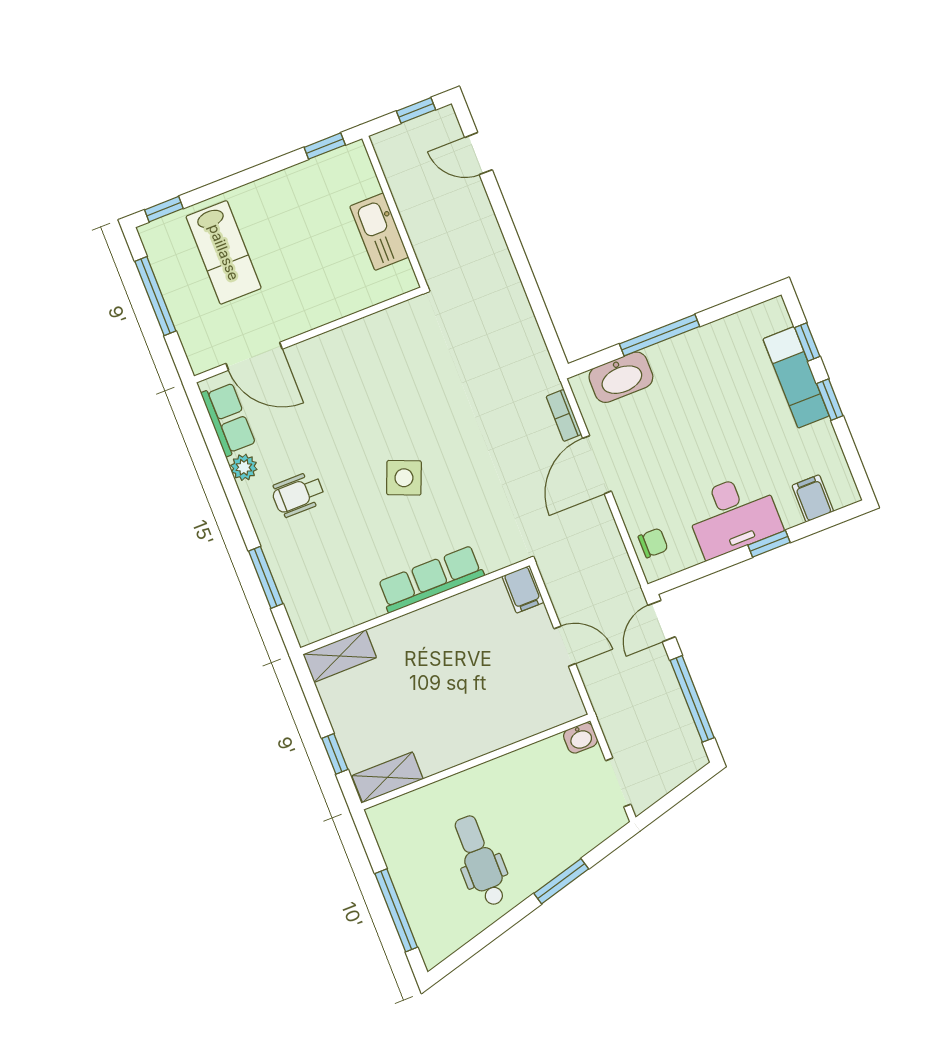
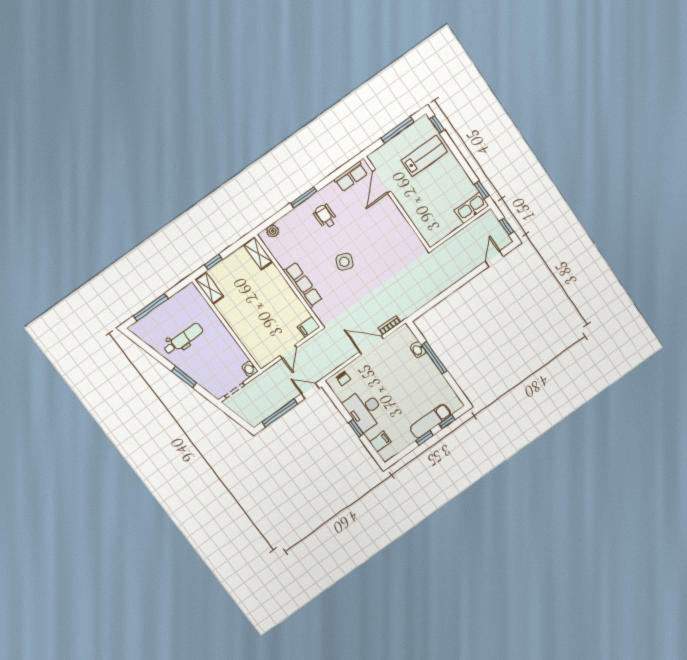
kitchen sink: (379, 232) -> (472, 208), moved
lab bench: (224, 252) -> (424, 156), turned 180
washbasin: (621, 377) -> (418, 350), width x0.52, depth x0.69
plant: (244, 467) -> (273, 231), moved
window: (266, 577) -> (304, 197), moved

